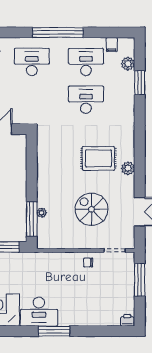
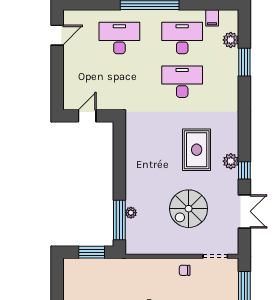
rug: (98, 158) -> (197, 150), turned 90
window: (140, 176) -> (244, 170), added
spiral stairs: (92, 209) -> (189, 209), turned -90

